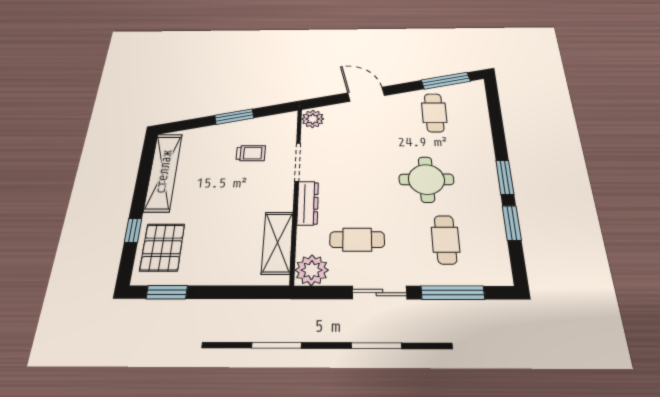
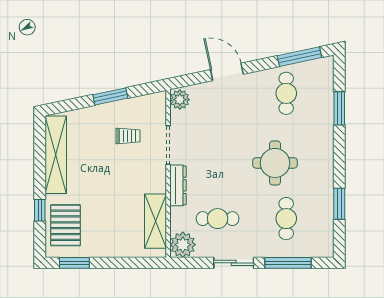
window: (505, 177) -> (339, 108), moved

